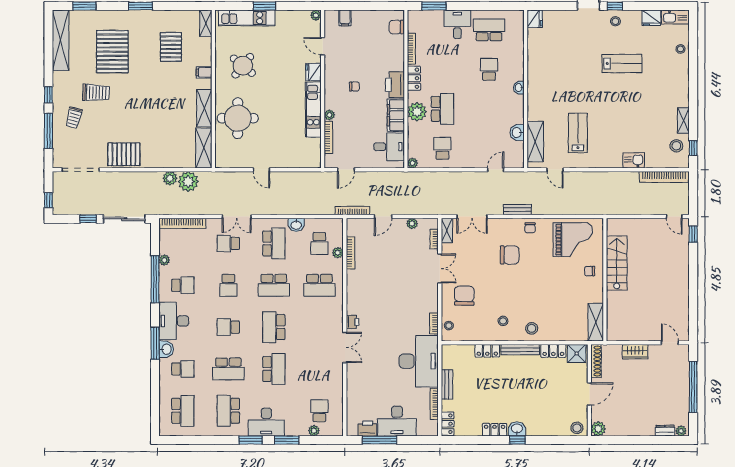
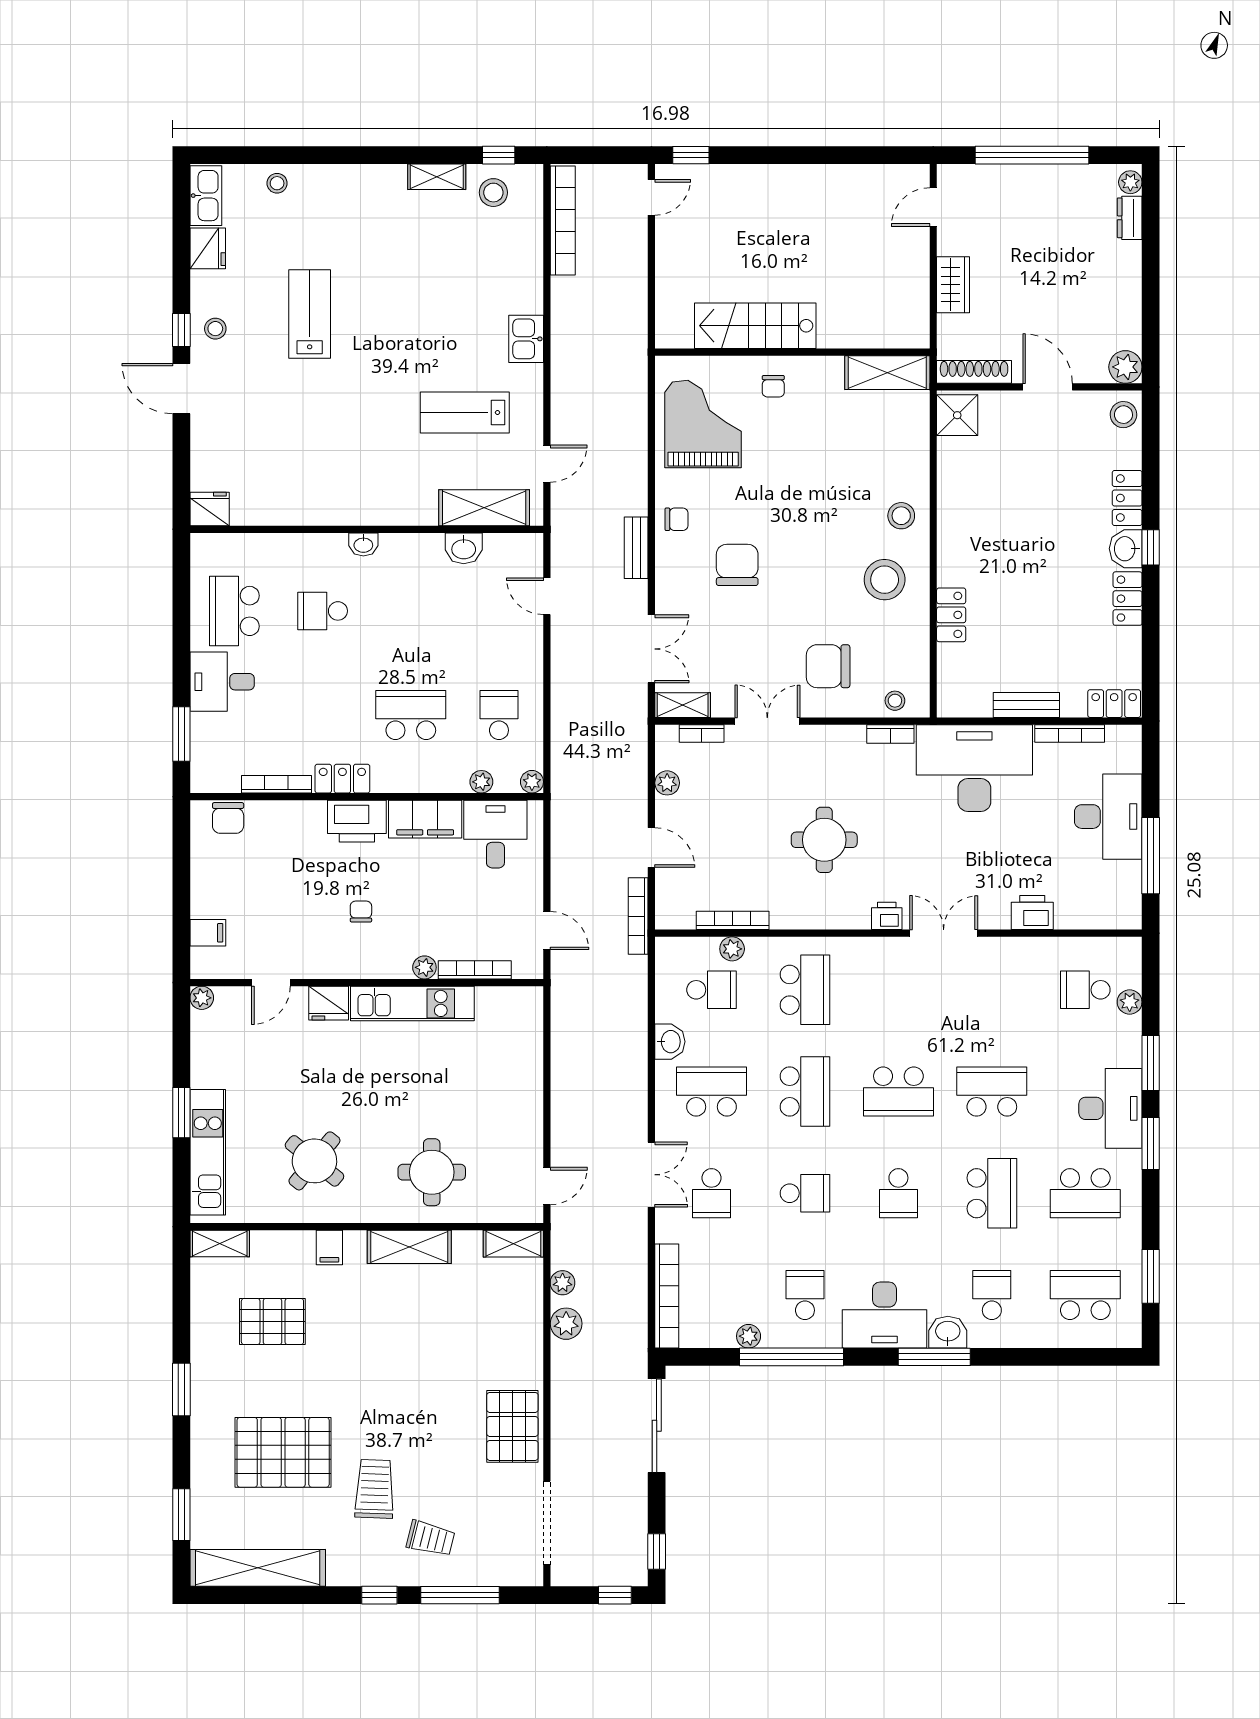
plant: (417, 112) -> (481, 782), moved, width x0.53, depth x0.53
round table: (238, 118) -> (432, 1172), width x0.73, depth x0.73
shelving: (204, 148) -> (513, 1244), width x0.67, depth x0.75
school desk: (442, 148) -> (499, 715), turned 90
kitchen sink: (634, 160) -> (526, 339), moved
door: (261, 170) -> (547, 1186), moved
plant: (188, 182) -> (563, 1283), width x0.53, depth x0.53
window: (88, 219) -> (657, 1551), moved
round table: (387, 294) -> (824, 840), added
stool: (503, 321) -> (885, 580), width x1.89, depth x1.89
bench: (520, 350) -> (949, 541), removed
locker: (553, 351) -> (1127, 498), moved, turned 180
printer: (367, 428) -> (1032, 913), moved, turned 90
window: (191, 440) -> (1151, 1276), added

